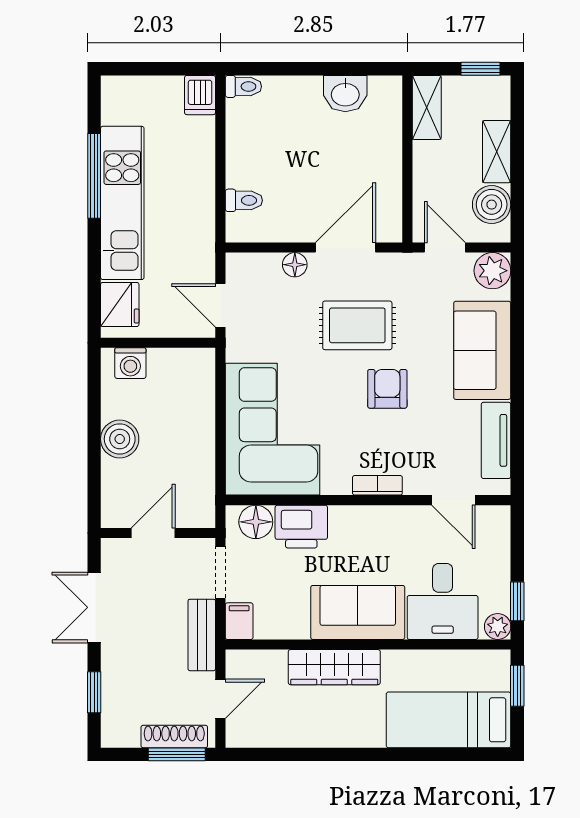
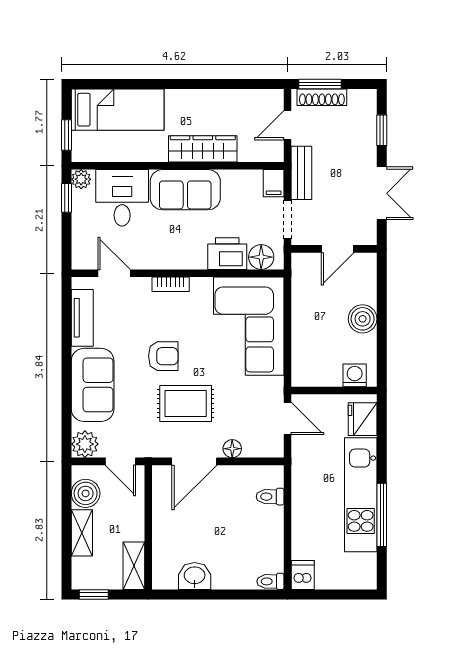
armchair: (387, 389) -> (163, 356), turned -90

